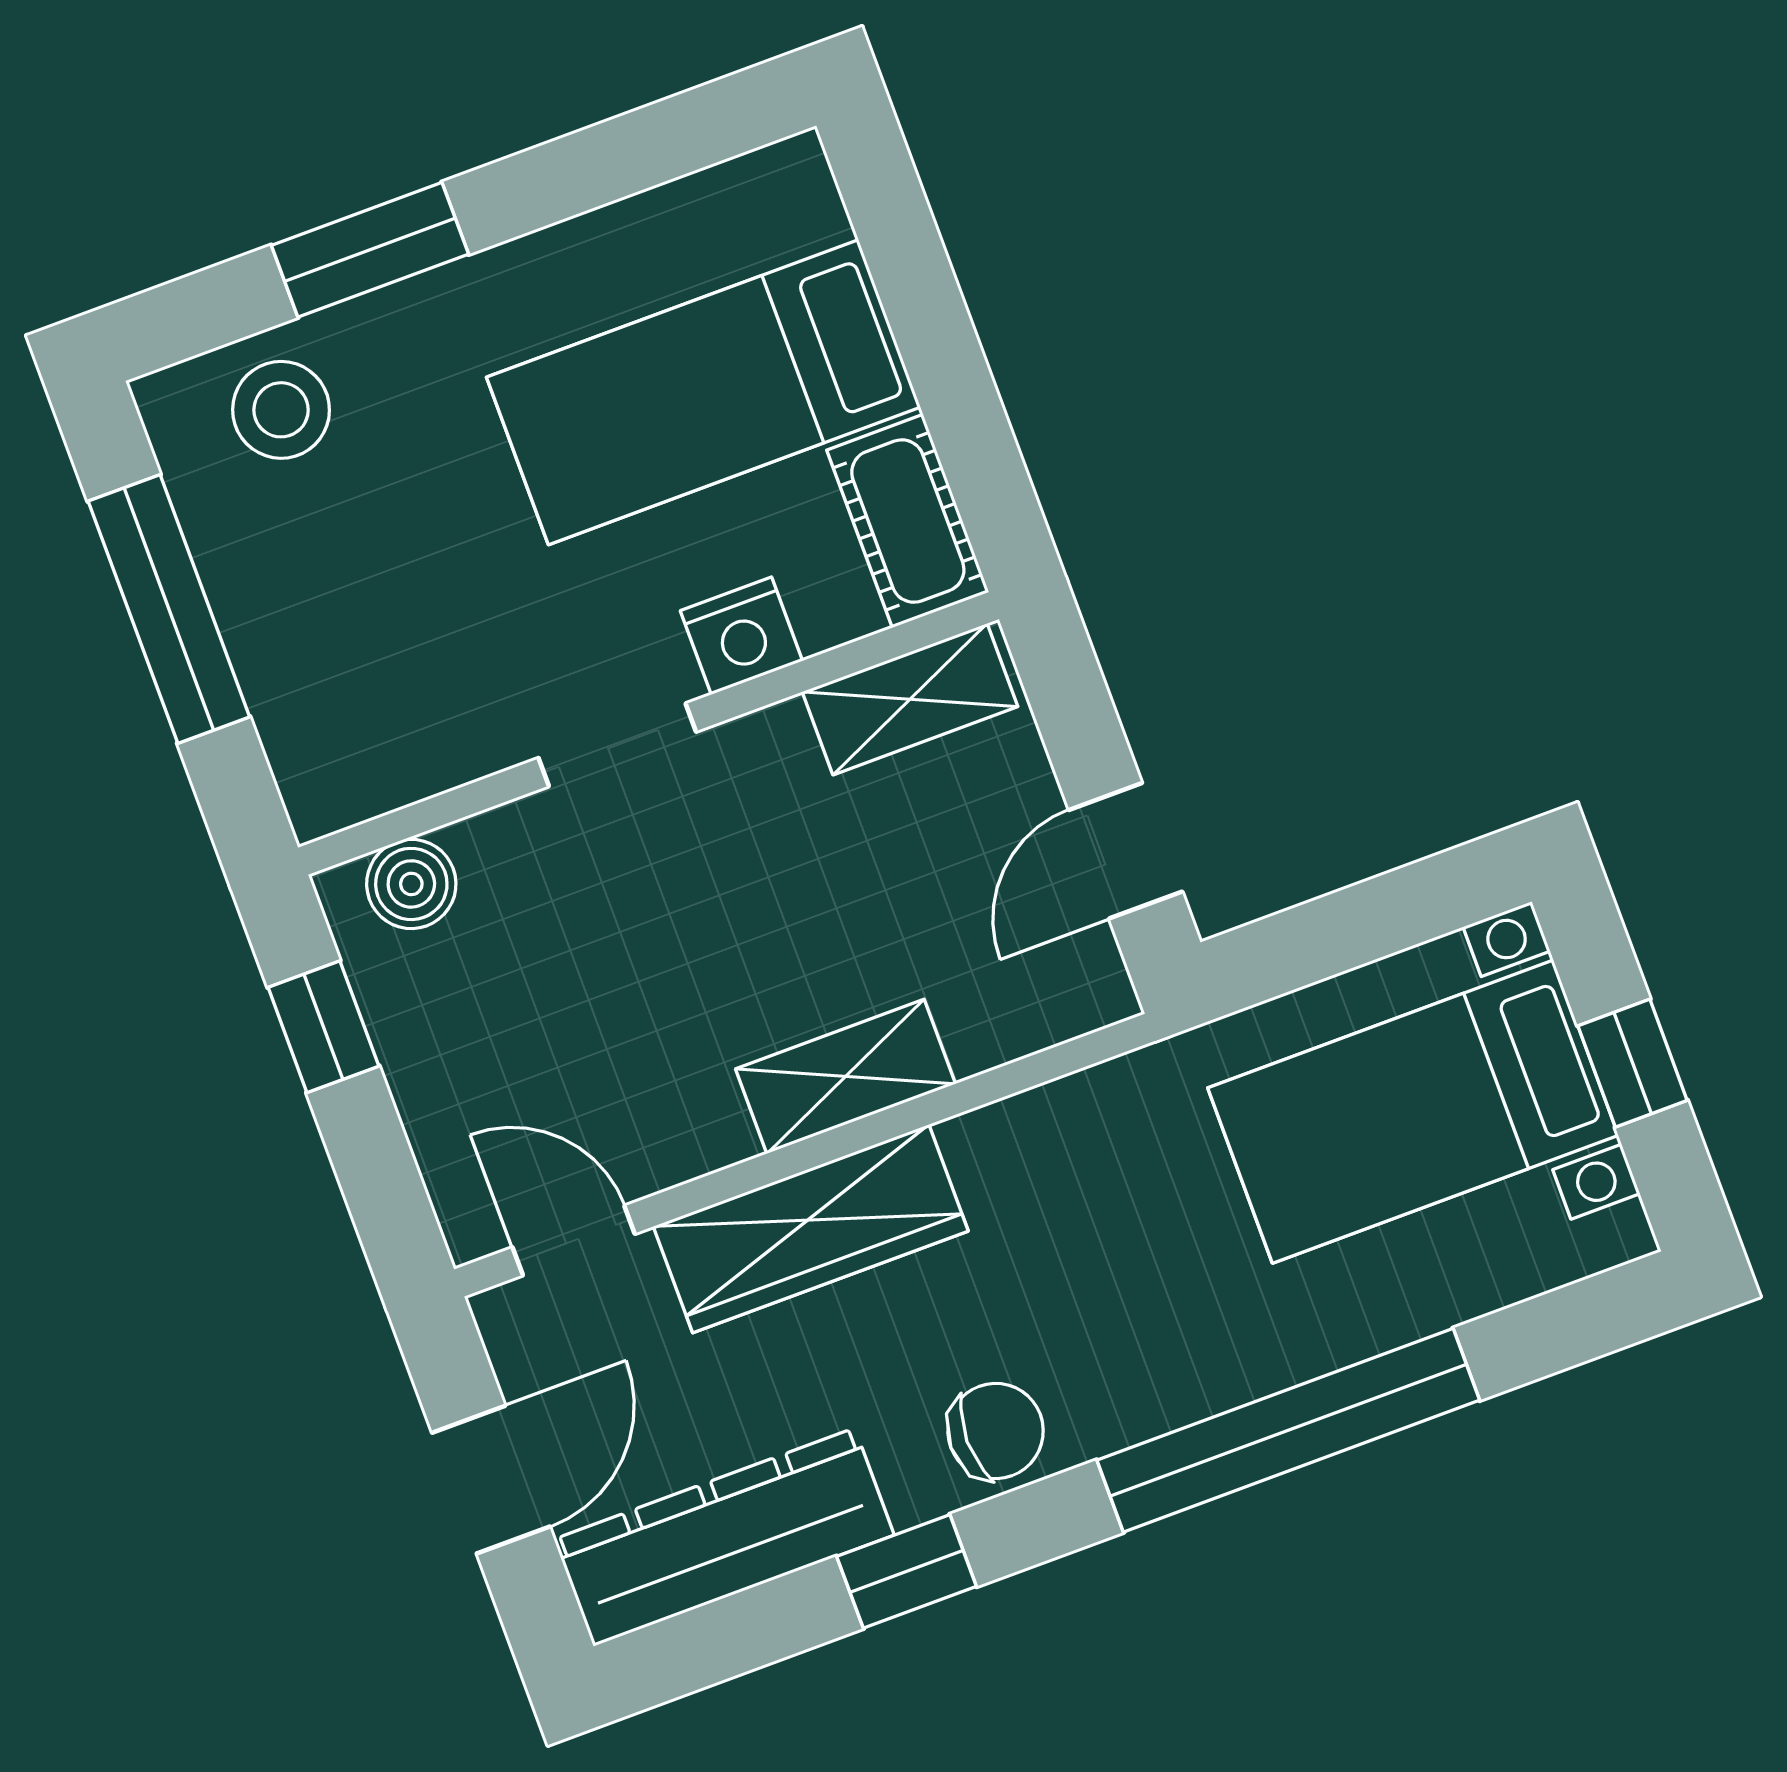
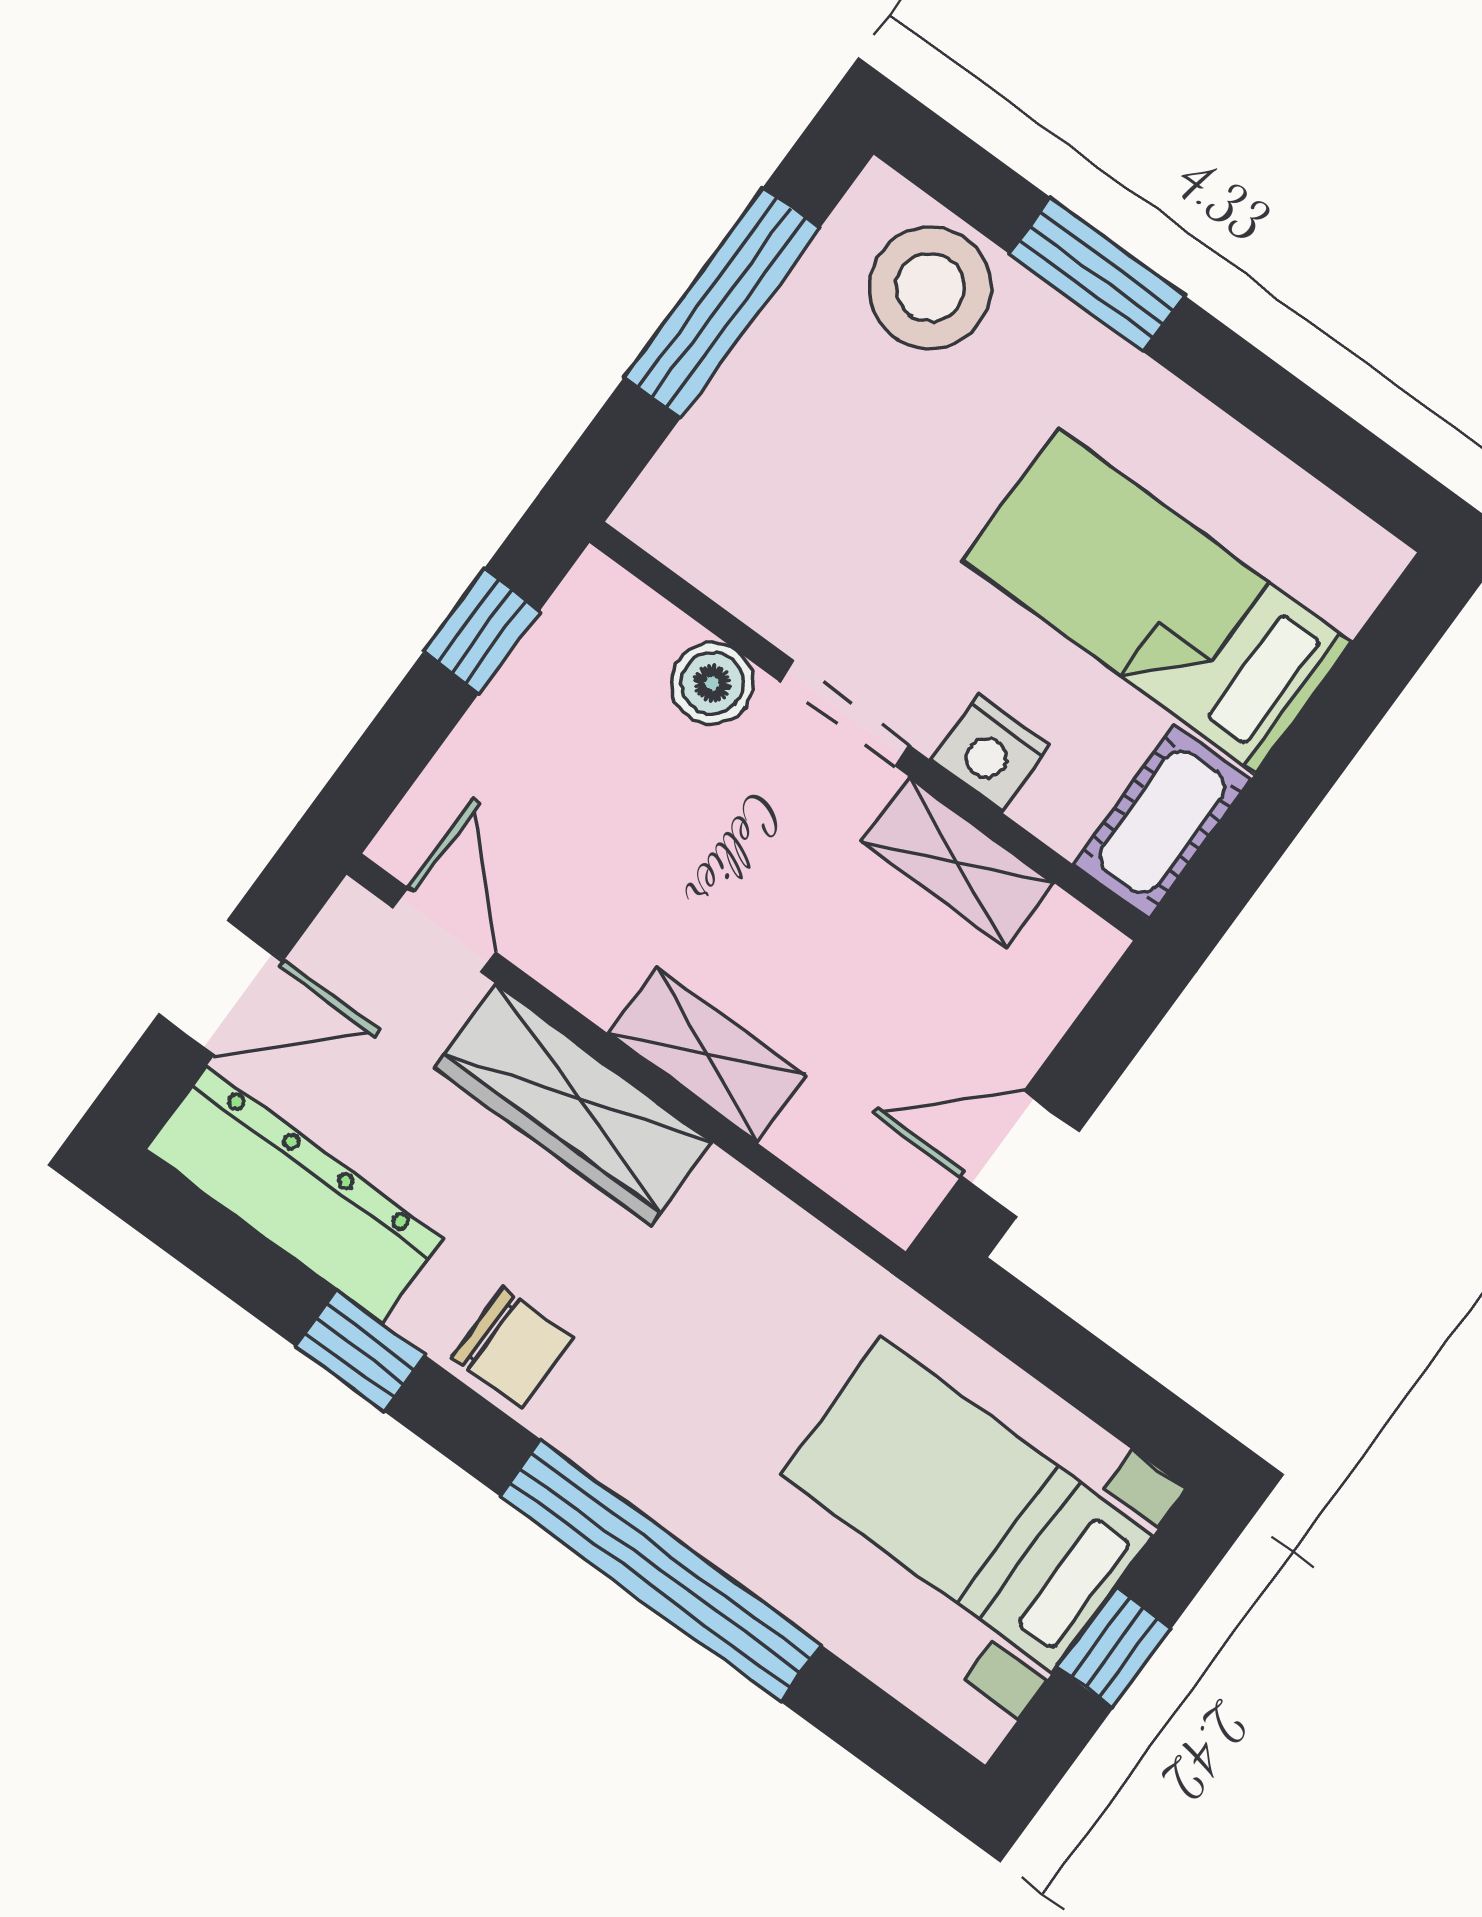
stool: (281, 410) -> (930, 288), width x1.38, depth x1.38
shelving: (910, 699) -> (957, 862), moved
boiler: (411, 884) -> (712, 683), moved

